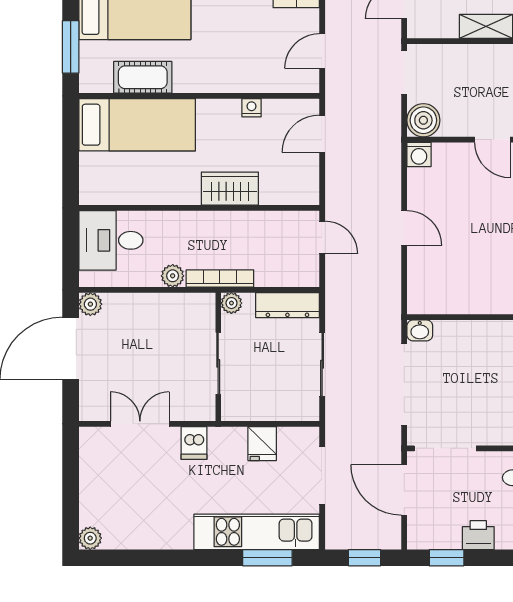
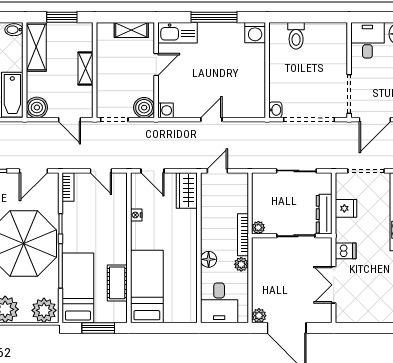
wardrobe: (230, 189) -> (187, 190), moved
floor lamp: (181, 223) -> (209, 259), added
dresser: (287, 305) -> (324, 214), moved, turned 180

